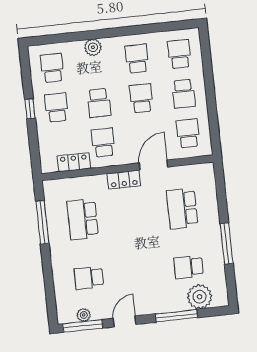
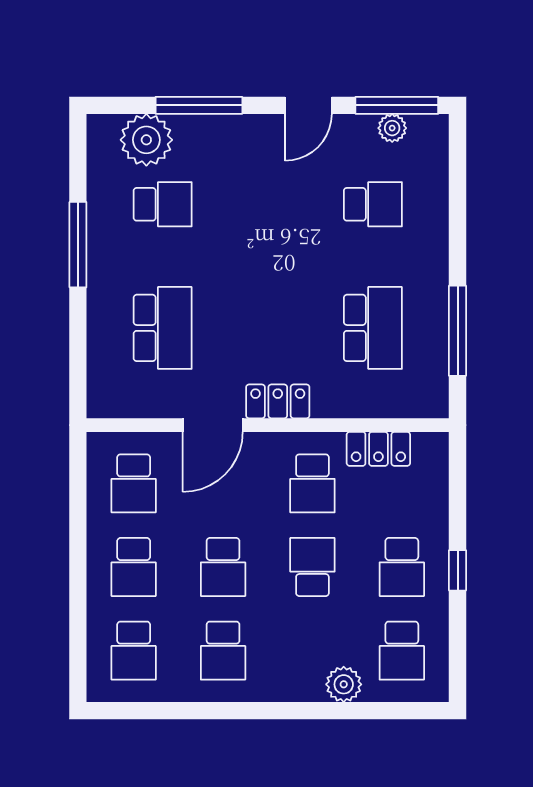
plant: (93, 47) -> (344, 684), moved
school desk: (184, 94) -> (134, 567), turned 180

